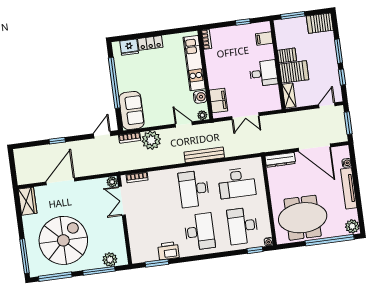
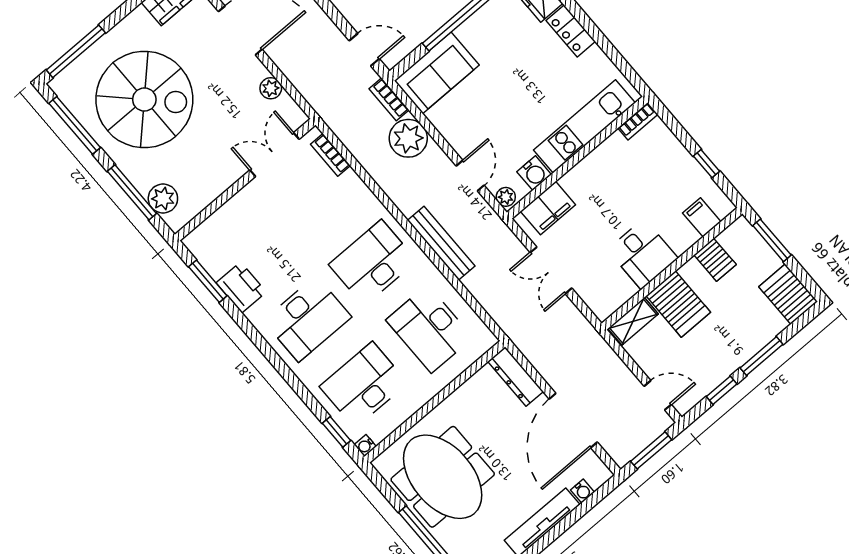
server rack: (287, 55) -> (715, 260), moved
plant: (112, 182) -> (271, 88), moved

